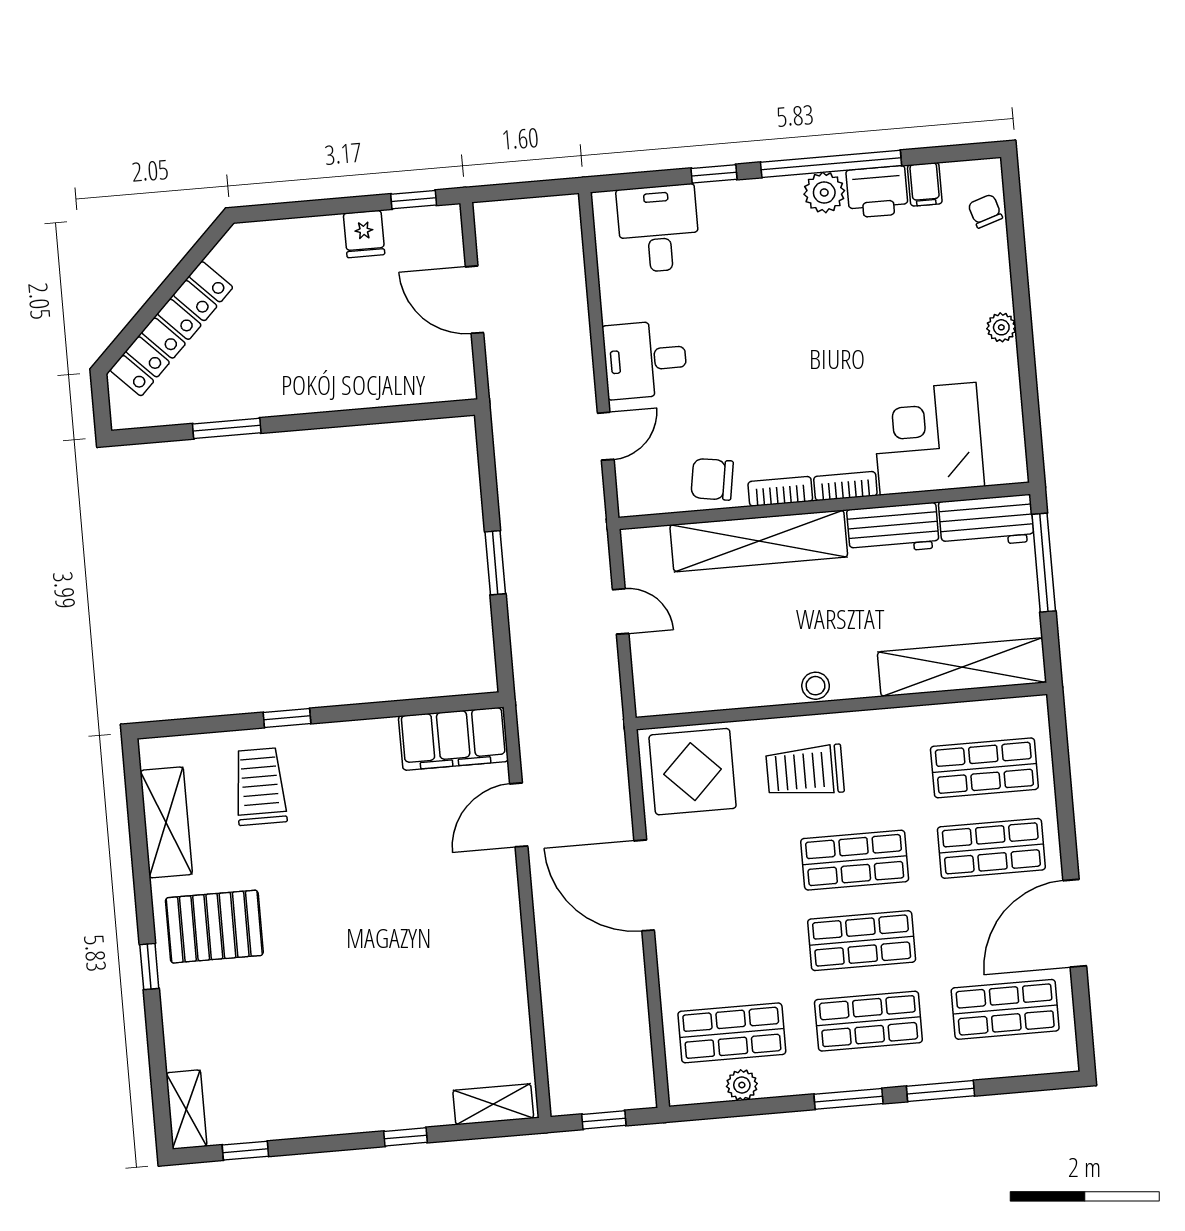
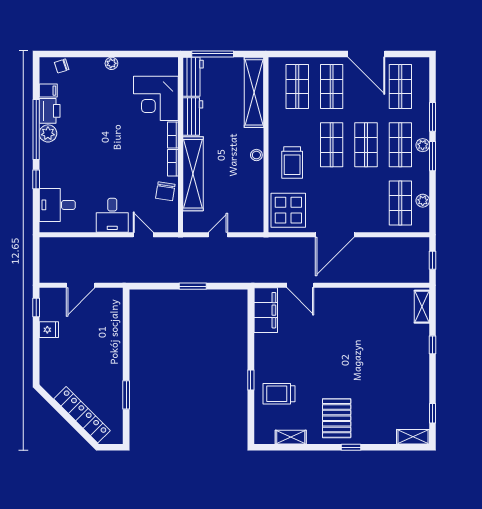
shelving: (166, 822) -> (291, 437), width x0.67, depth x0.75
plant: (872, 1074) -> (423, 145), added

